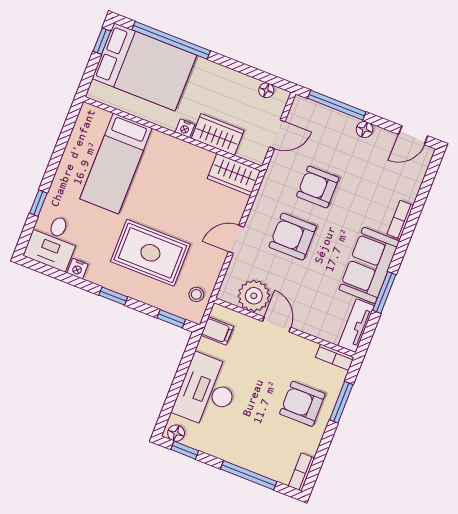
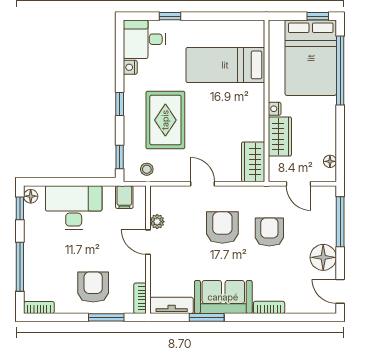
floor lamp: (365, 130) -> (323, 257), width x1.89, depth x1.89
plant: (254, 296) -> (157, 222), width x0.53, depth x0.53
door: (277, 324) -> (148, 242), swing flipped

